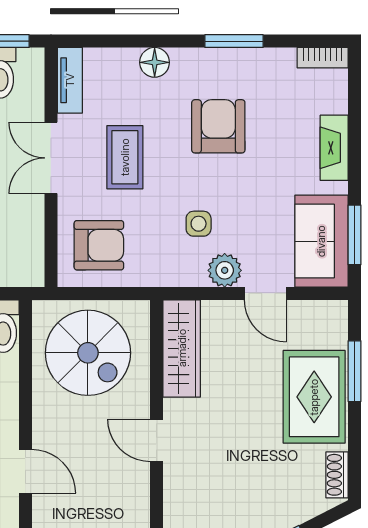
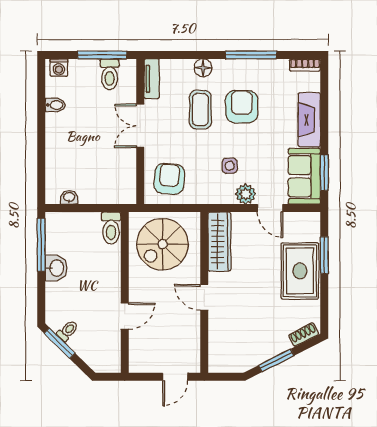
window: (234, 41) -> (251, 55), width x1.44
fireplace: (334, 148) -> (309, 120), width x1.37, depth x1.32
coffee table: (125, 157) -> (200, 110), moved
armchair: (99, 245) -> (169, 179), turned -85
spiral stairs: (88, 353) -> (163, 244), turned 90
door: (25, 471) -> (125, 316), hinge flipped
shoe rack: (337, 475) -> (304, 335), moved, turned 63

